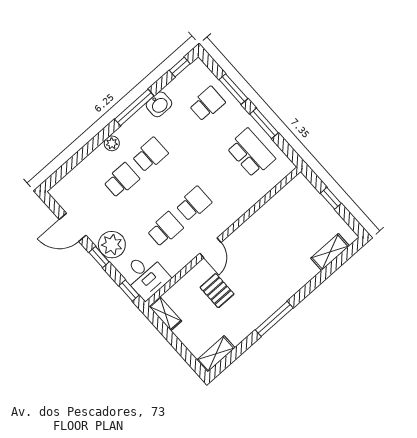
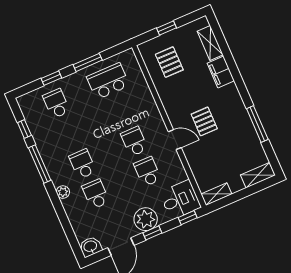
window: (180, 67) -> (24, 129), moved
window: (233, 89) -> (51, 78), width x0.67
washbasin: (159, 104) -> (90, 247), moved, turned -90
pallet: (294, 214) -> (169, 62), added
filing cabinet: (302, 274) -> (221, 72), added
pallet: (217, 291) -> (204, 121), moved, turned 90
window: (274, 319) -> (257, 124), moved
shelving: (216, 354) -> (258, 175), moved, turned 90

